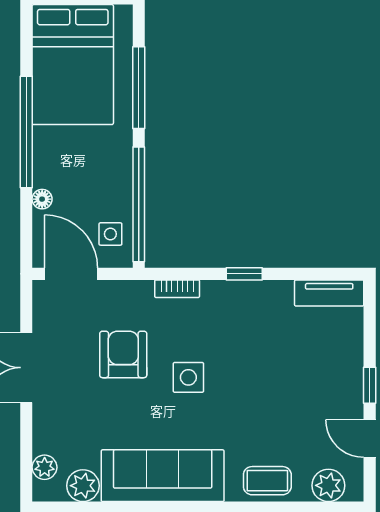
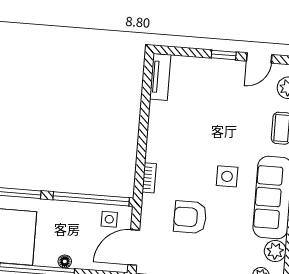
floor lamp: (42, 199) -> (65, 261), moved
window: (244, 274) -> (143, 132), removed
side table: (188, 377) -> (227, 176), moved

